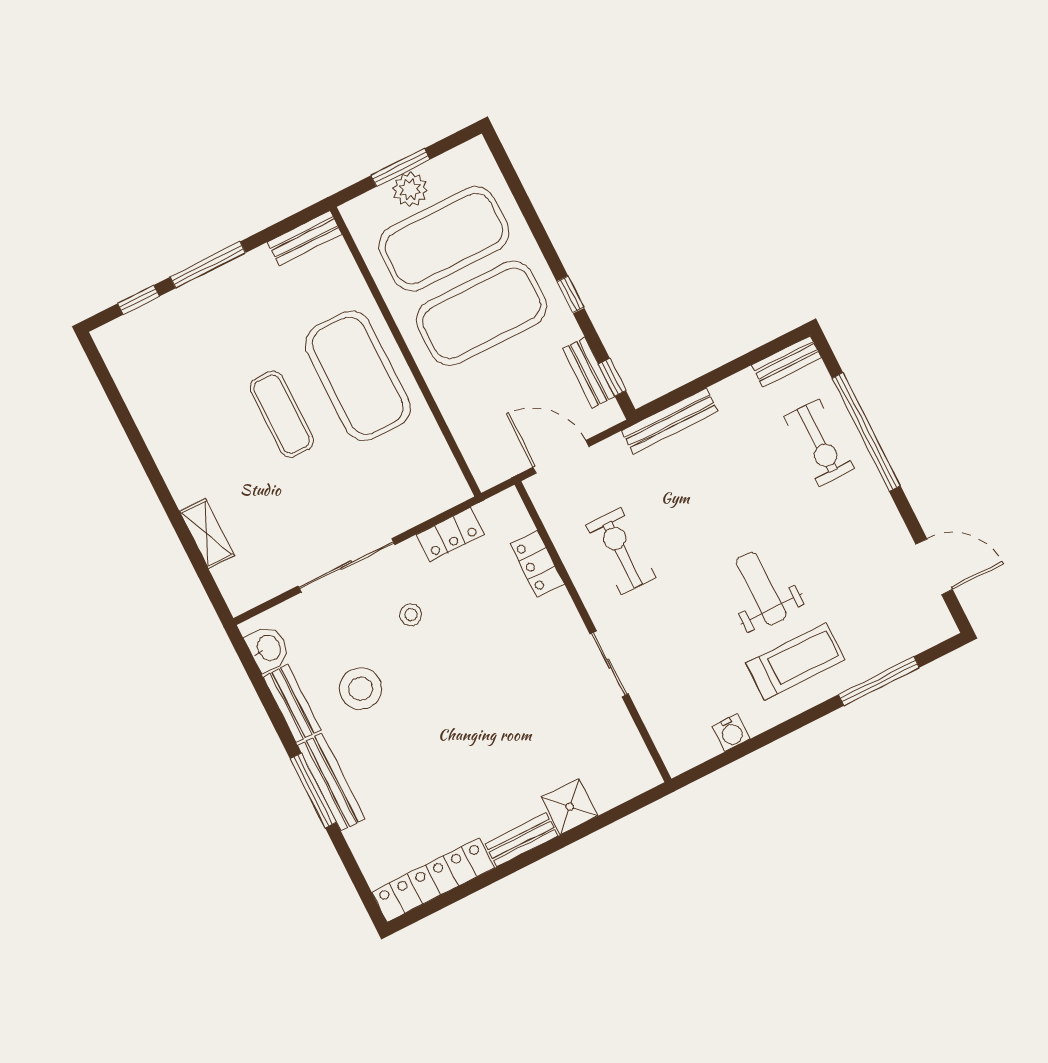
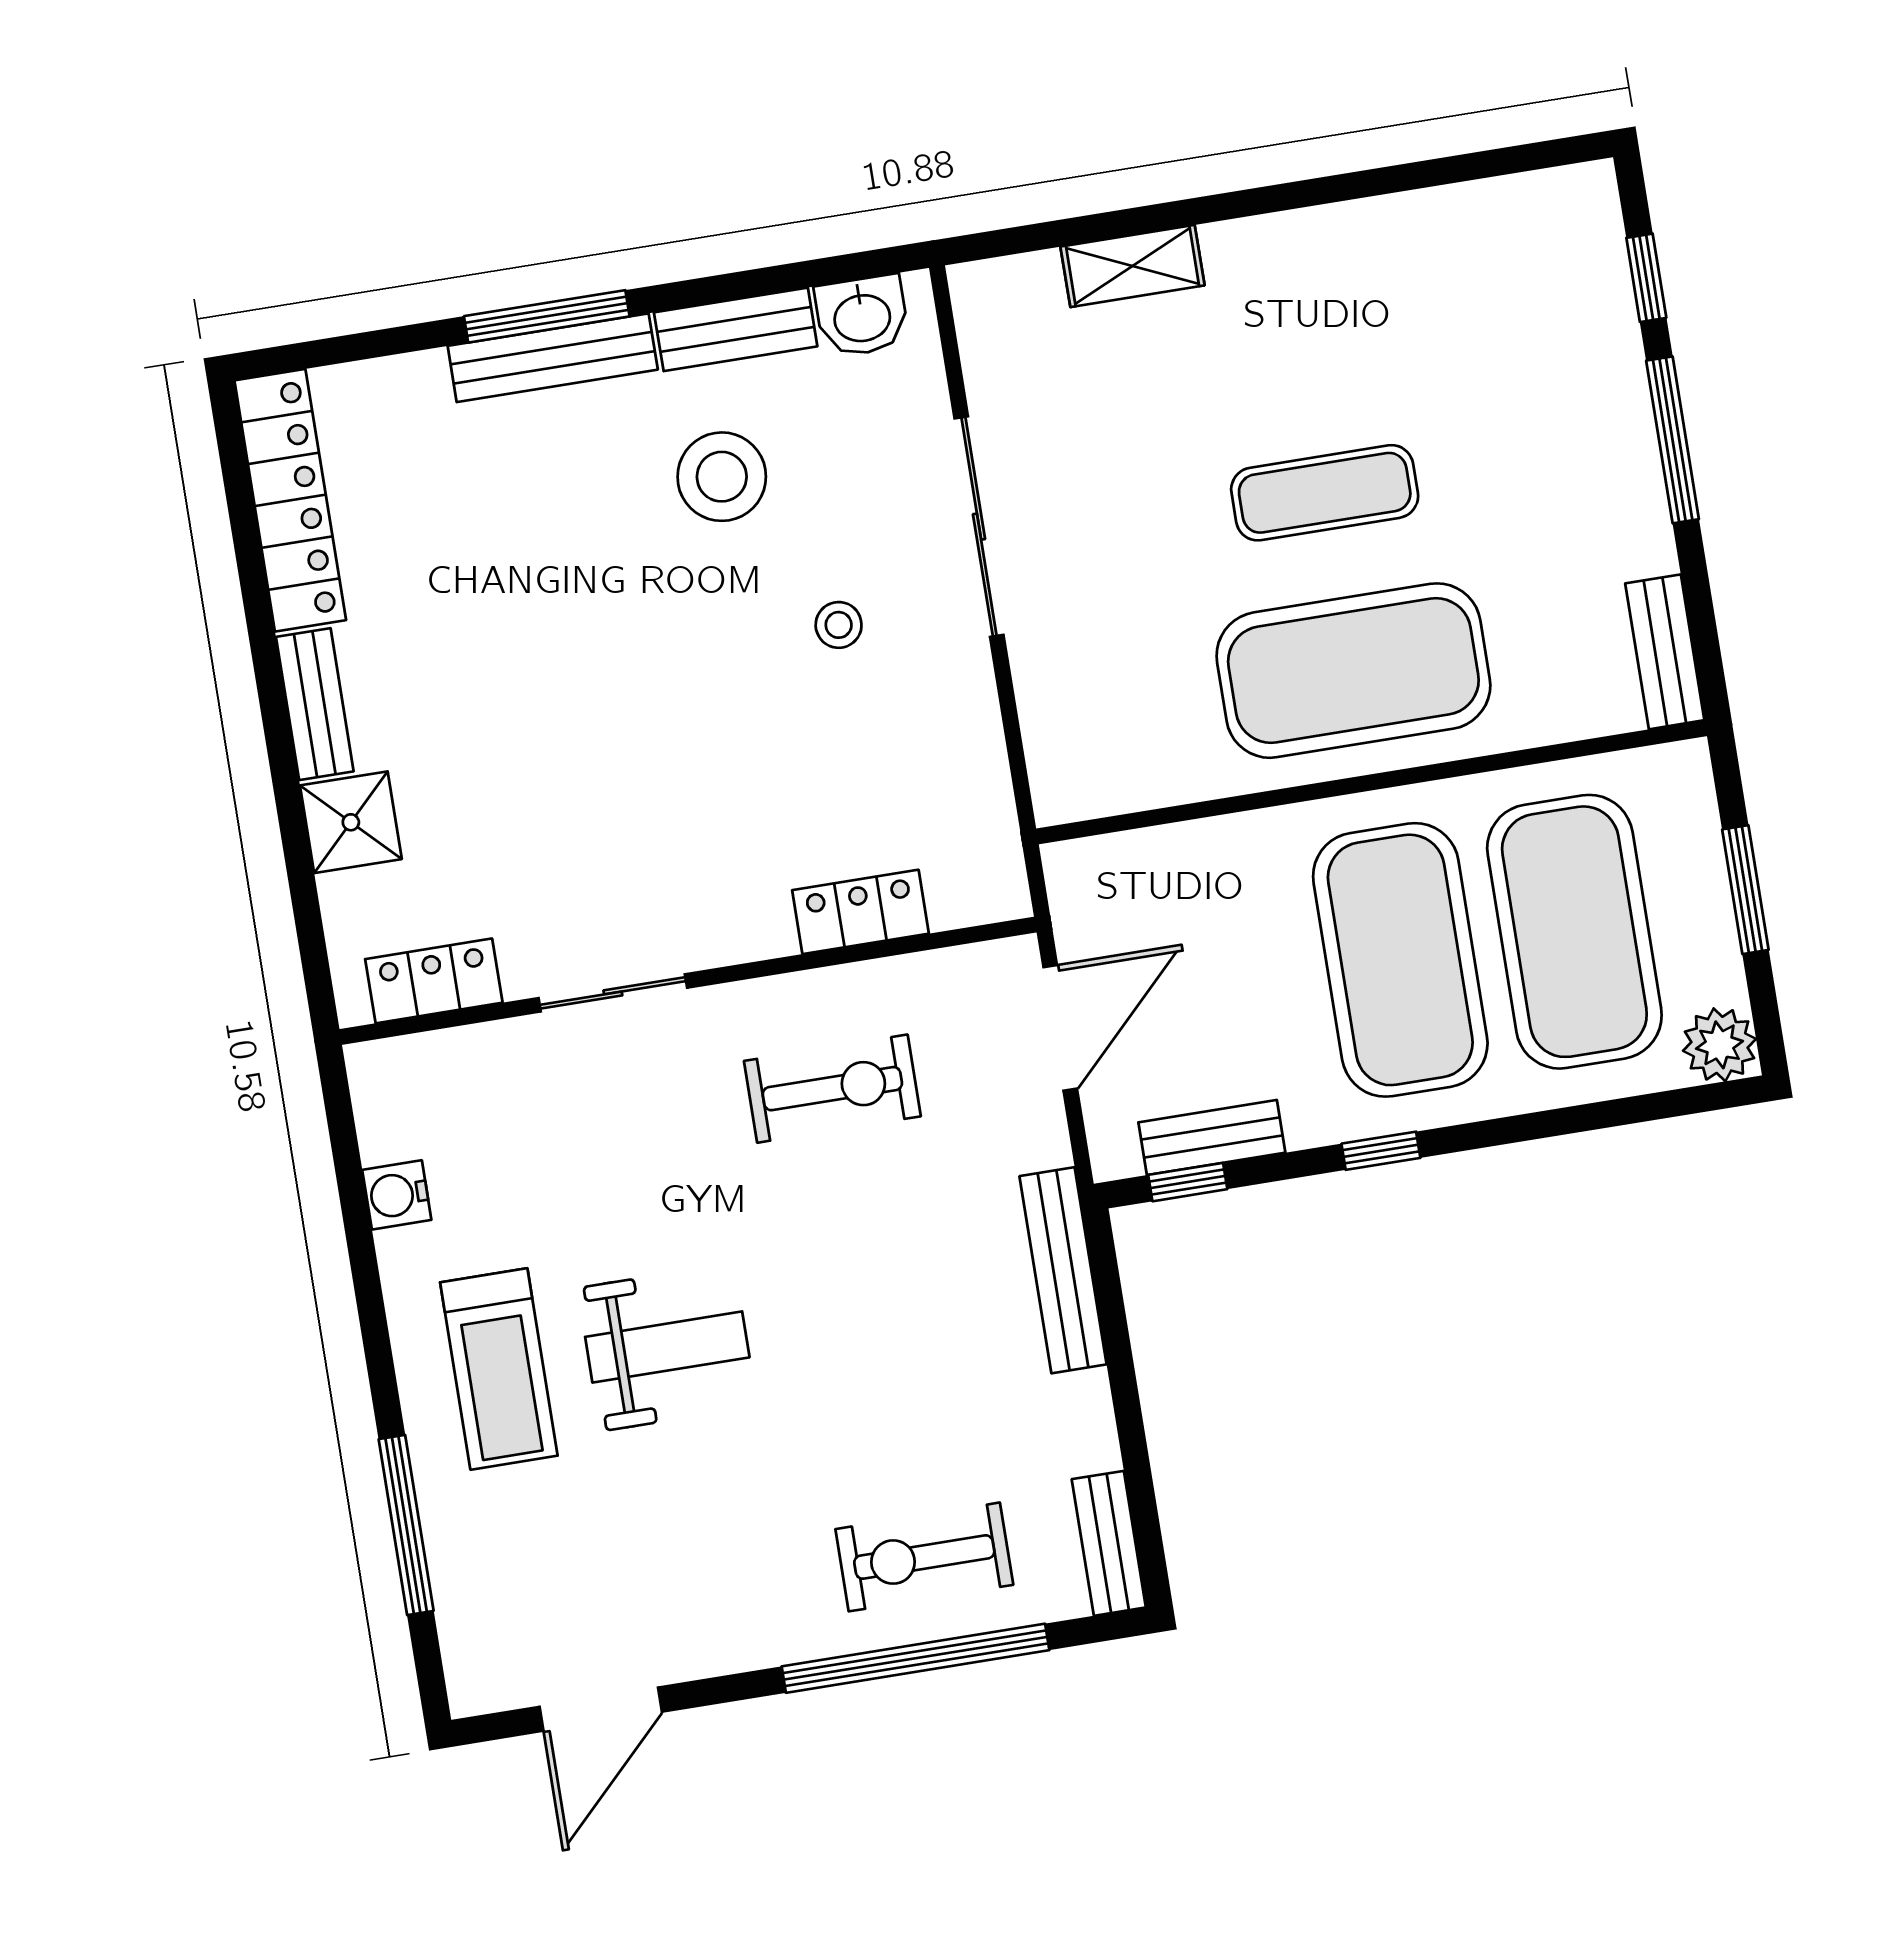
plant: (410, 189) -> (1720, 1045), moved
locker: (450, 534) -> (434, 981), moved, turned 90

